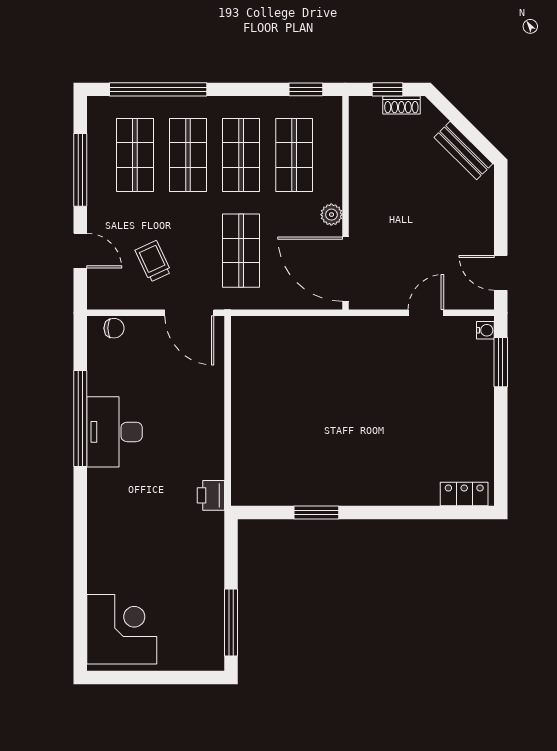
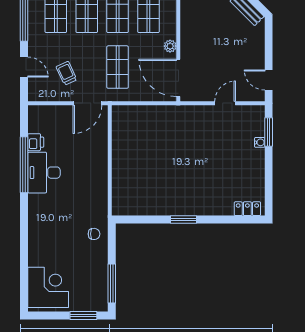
door: (189, 313) -> (87, 103), hinge flipped
chair: (114, 328) -> (94, 234), moved
water cooler: (485, 330) -> (260, 142), moved
printer: (211, 495) -> (36, 142), moved, turned 180
window: (316, 513) -> (183, 219), moved
window: (182, 677) -> (83, 315), added

